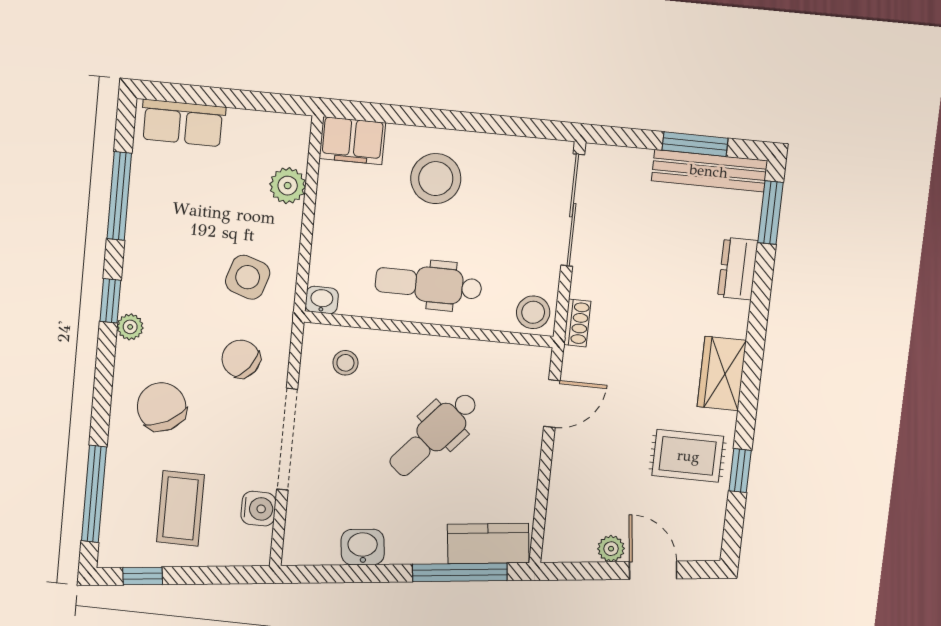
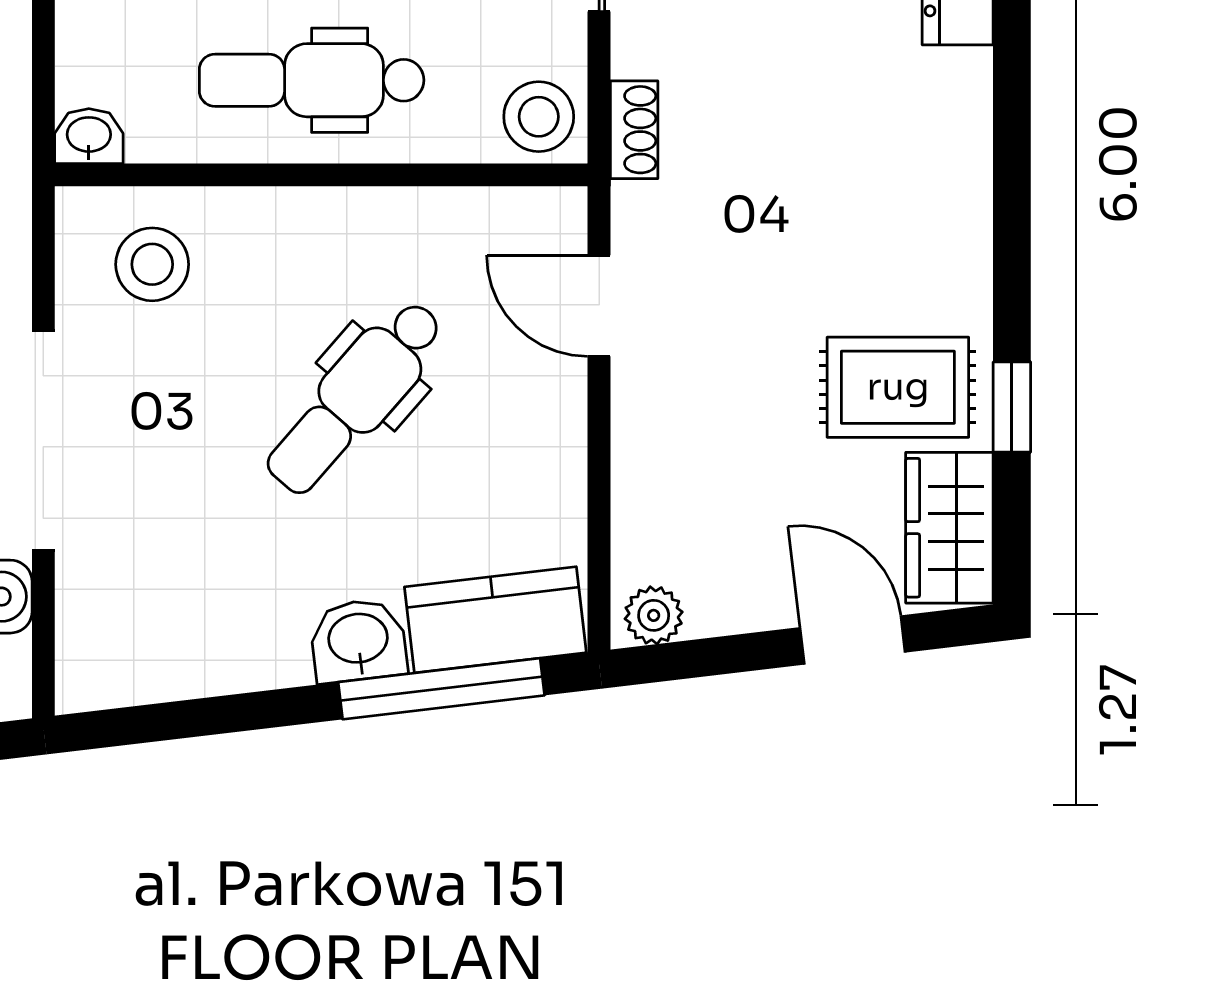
stool: (345, 363) -> (152, 264), width x1.37, depth x1.37
wardrobe: (722, 374) -> (949, 528), moved
door: (552, 404) -> (599, 306), swing flipped
washbasin: (363, 547) -> (358, 640), moved
plant: (611, 549) -> (654, 615), moved

